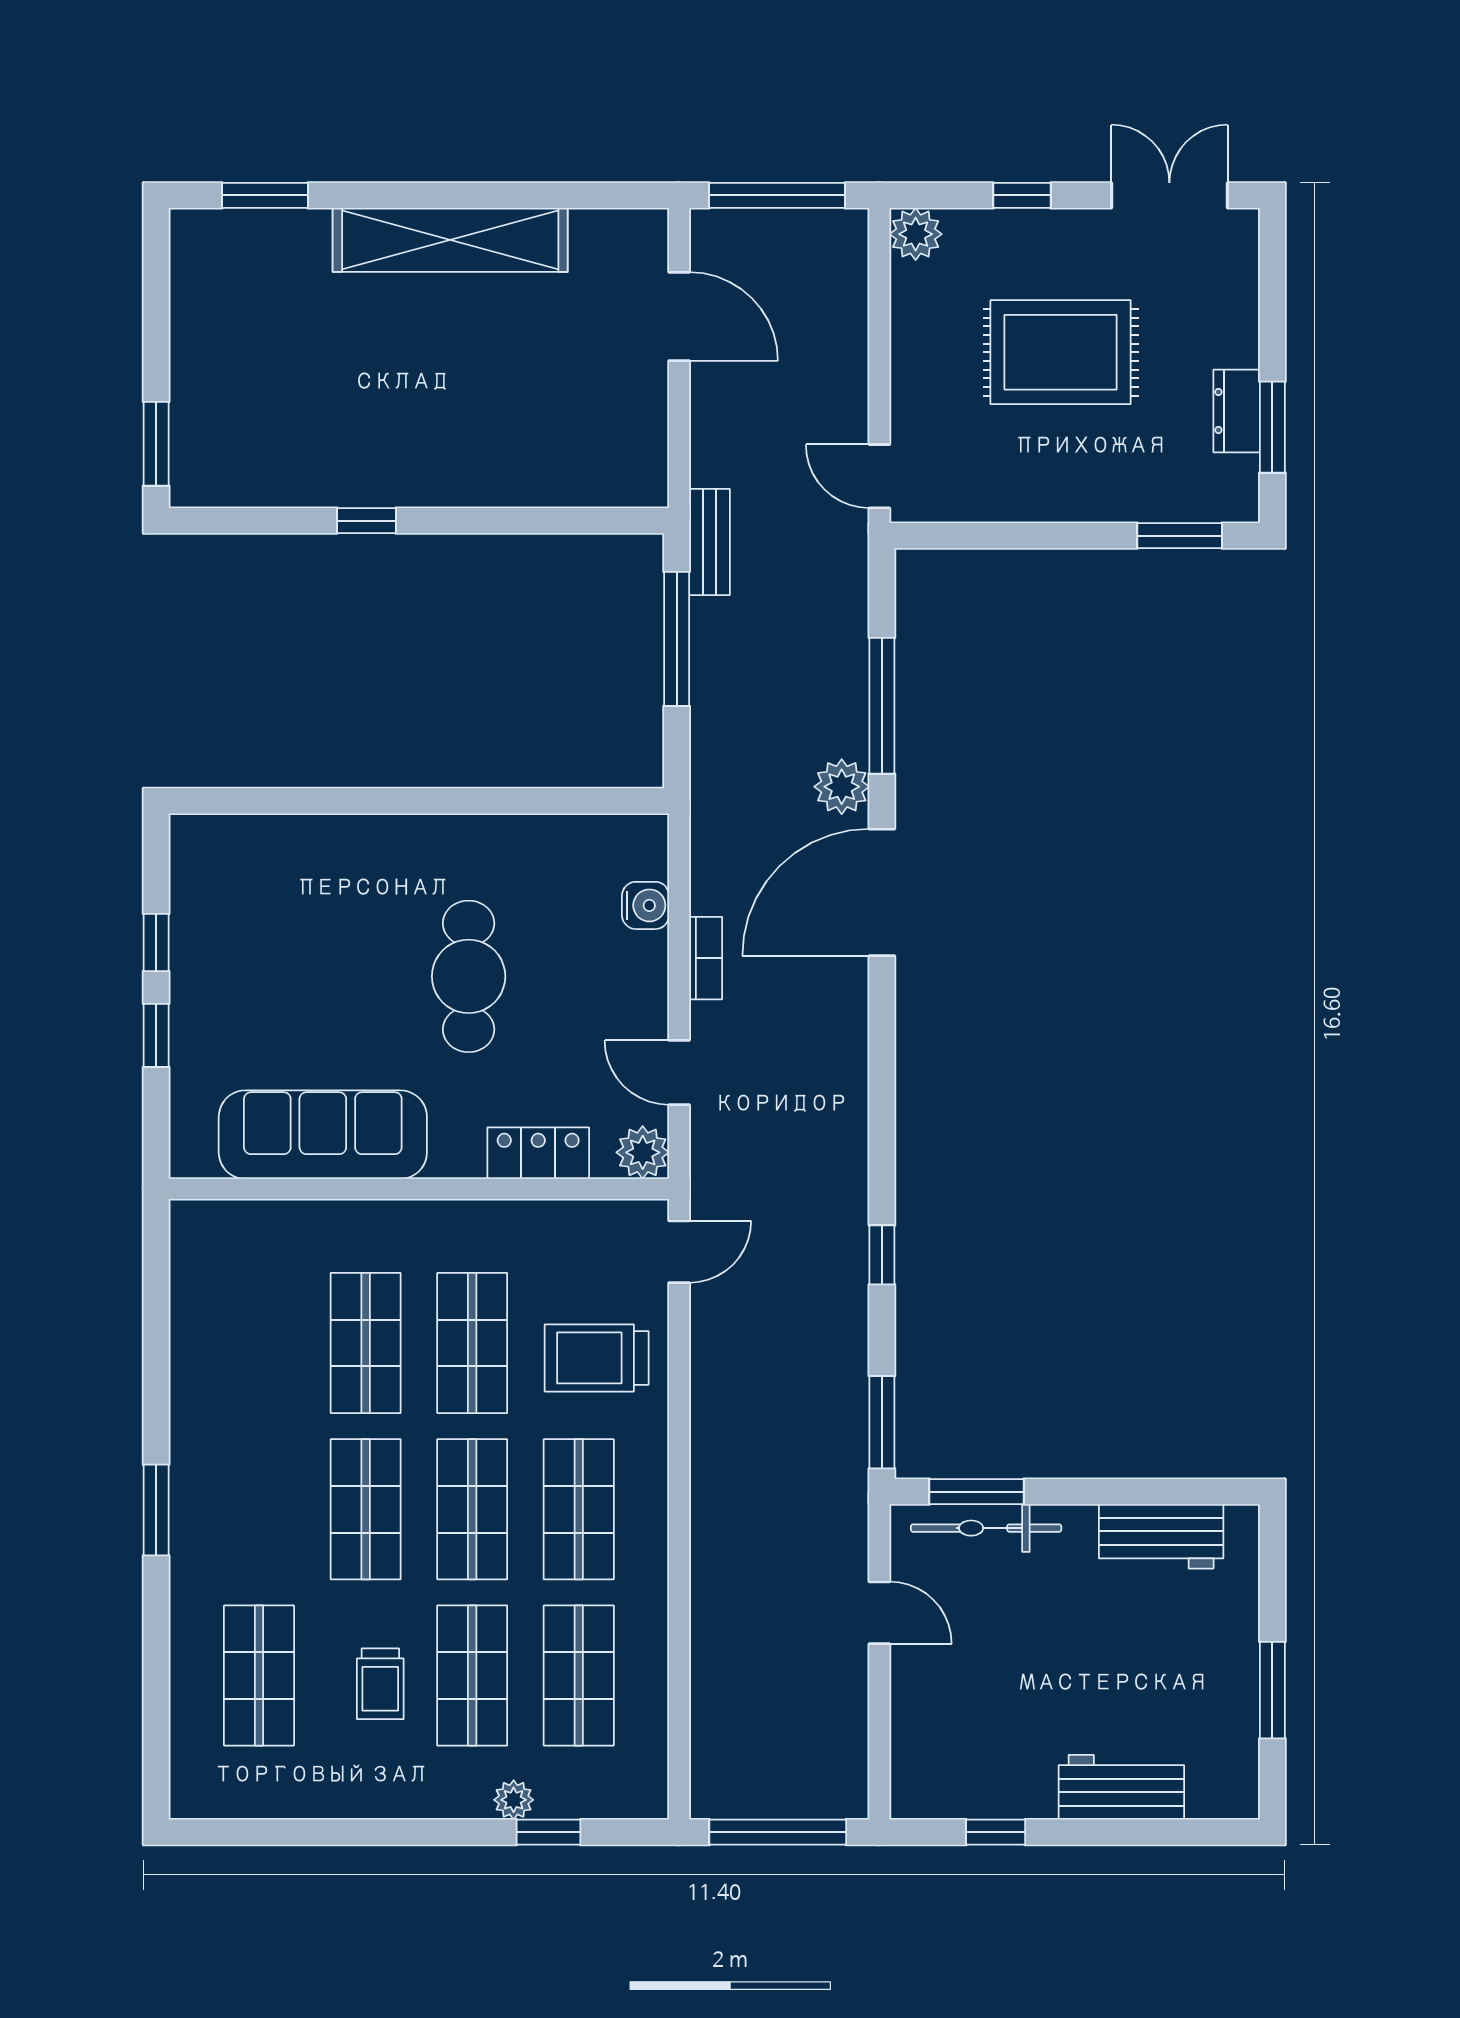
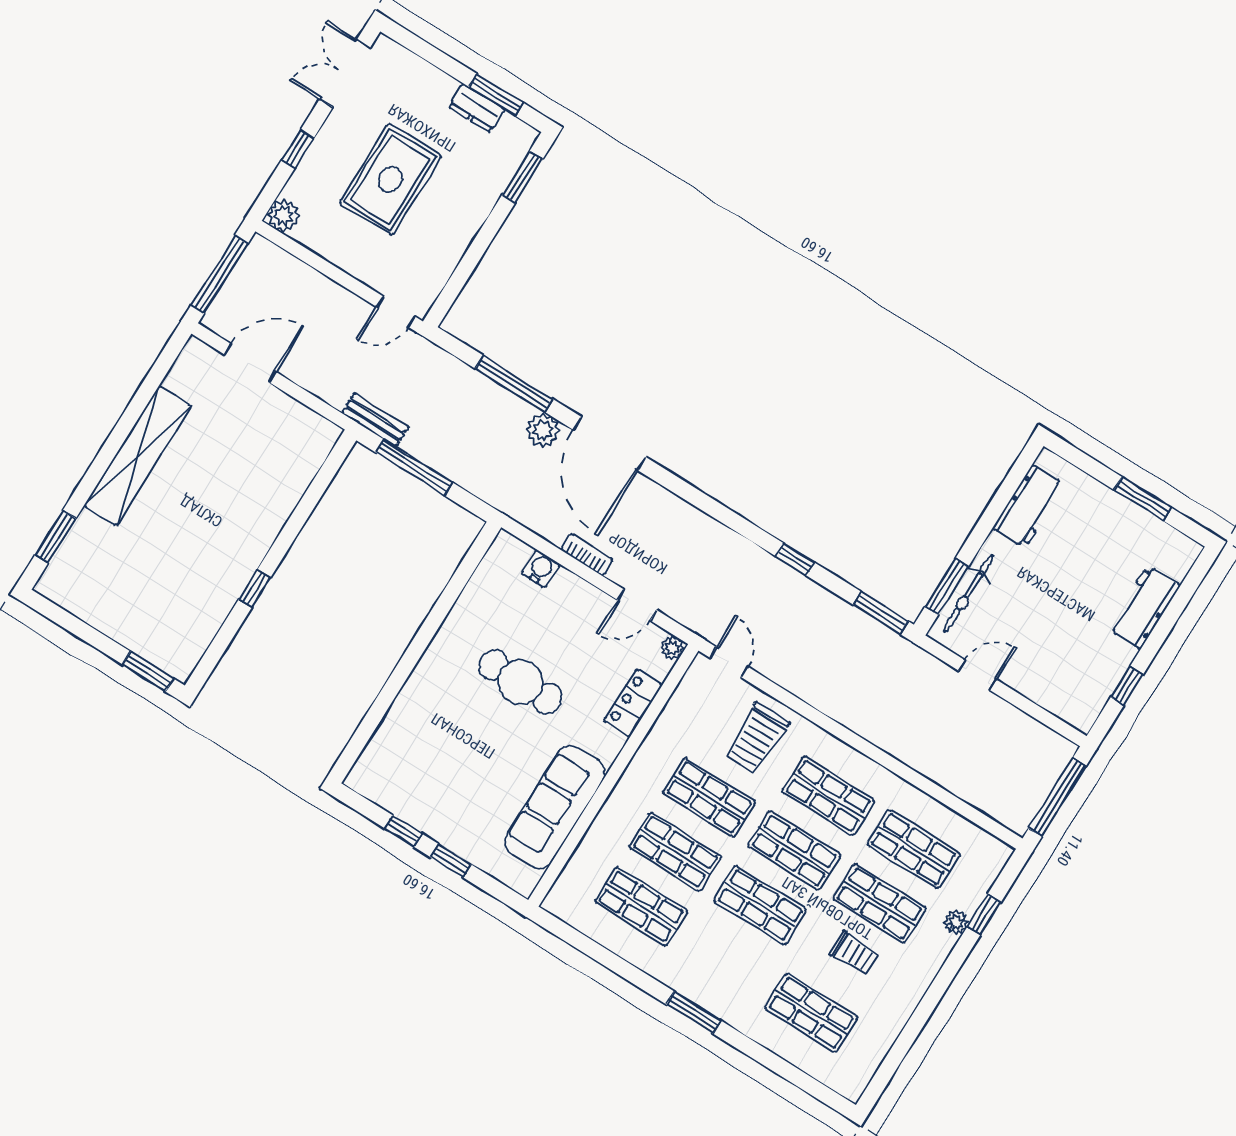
plant: (643, 1152) -> (672, 648), width x0.73, depth x0.73
shop shelf: (259, 1343) -> (641, 906), added

